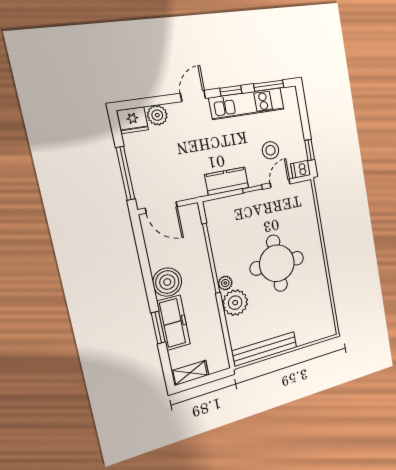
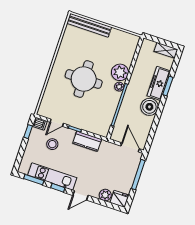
bench: (265, 349) -> (89, 25), moved

